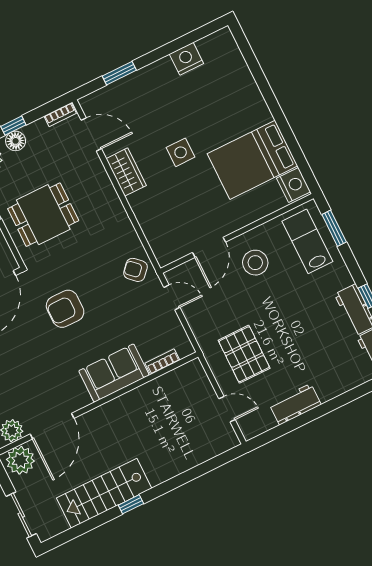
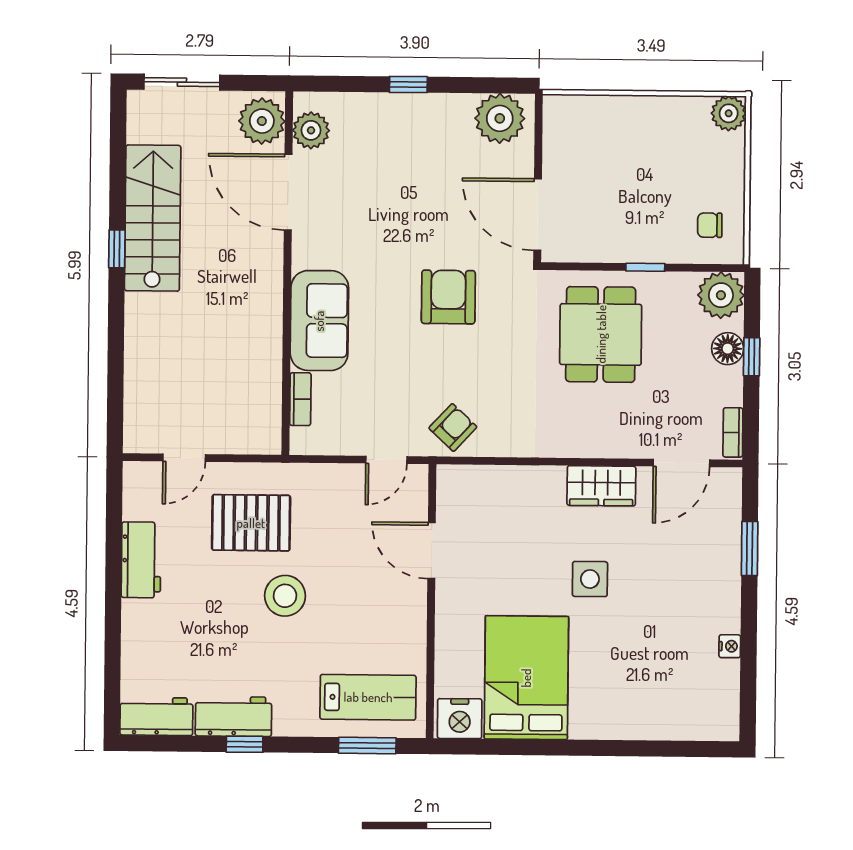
nightstand: (186, 59) -> (730, 646), width x0.53, depth x0.56
stool: (255, 263) -> (285, 596), moved

